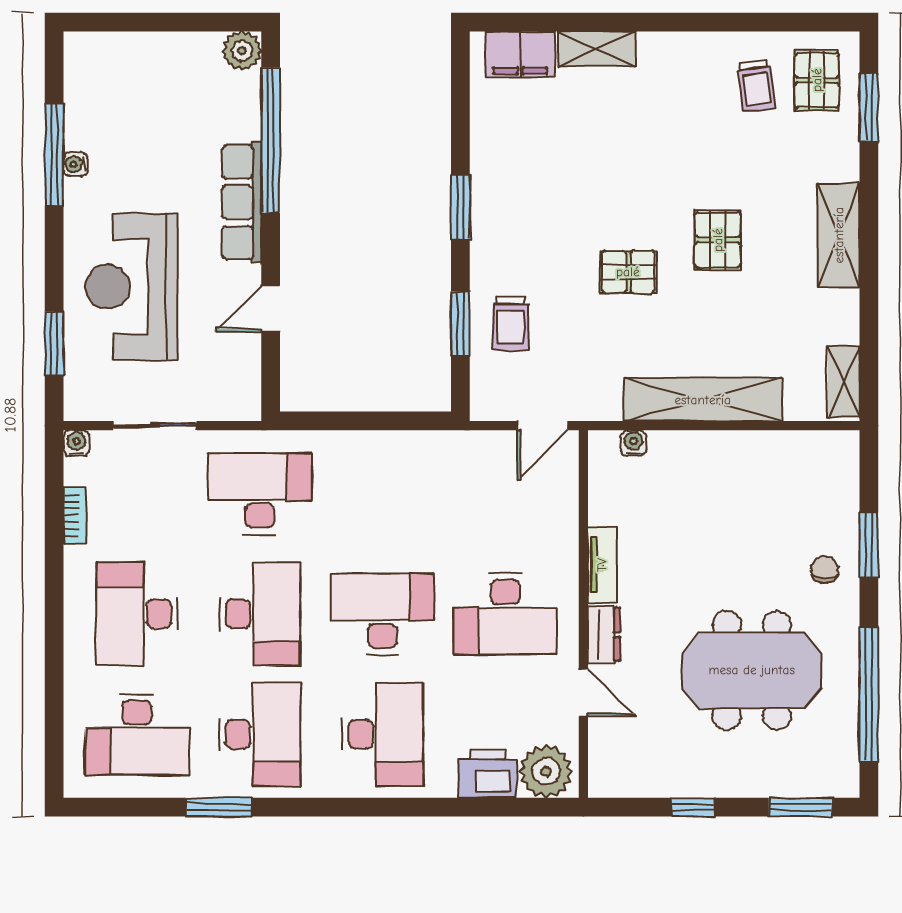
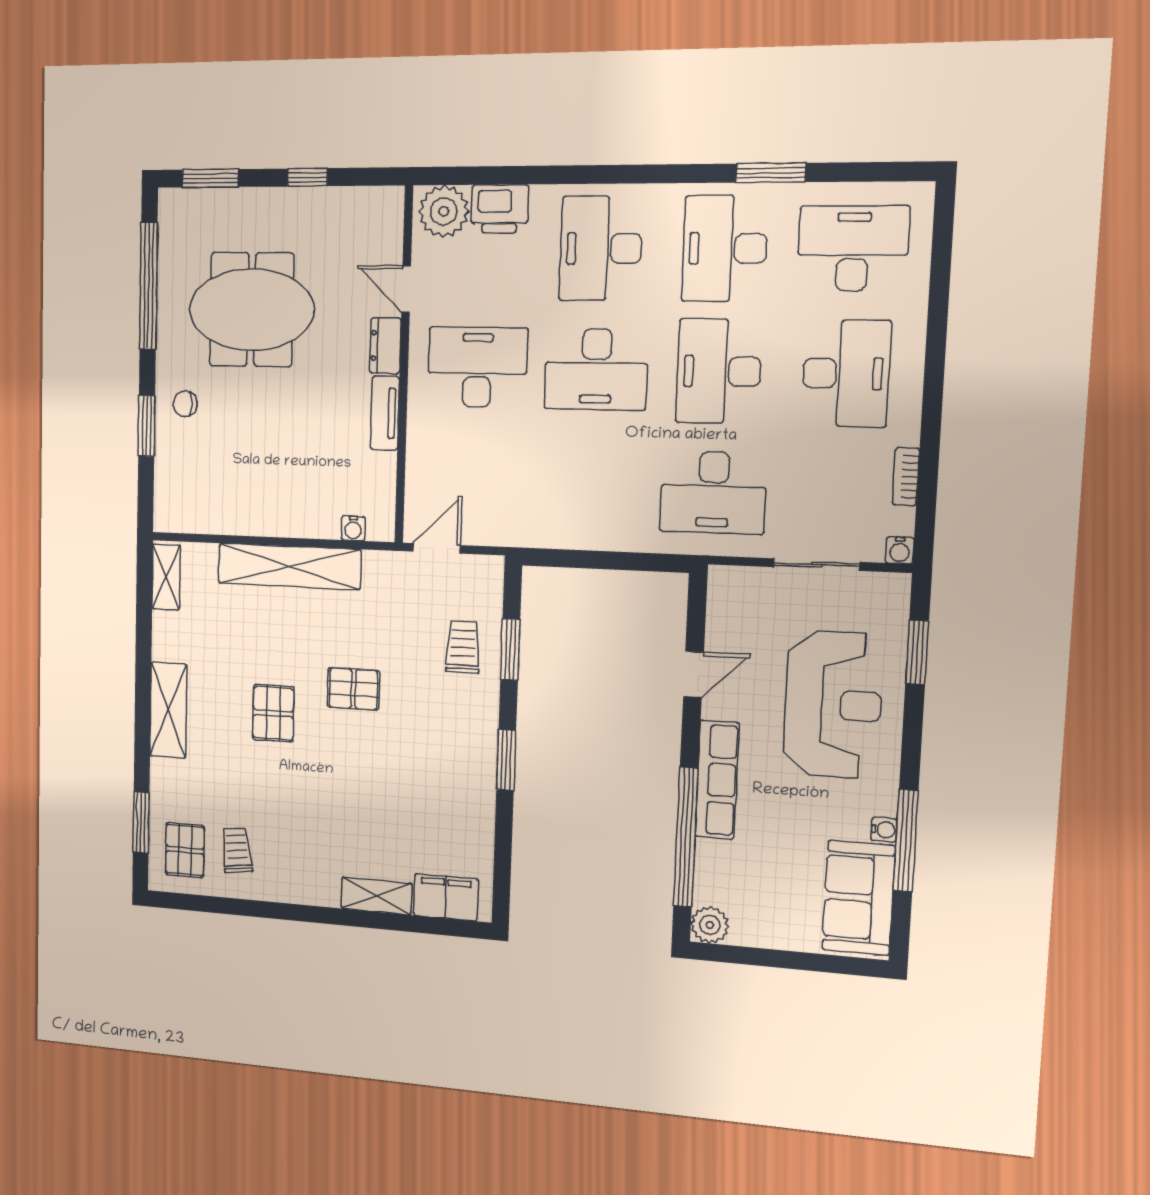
sofa: (96, 92) -> (858, 898), added
chair: (825, 570) -> (185, 404), turned 90

